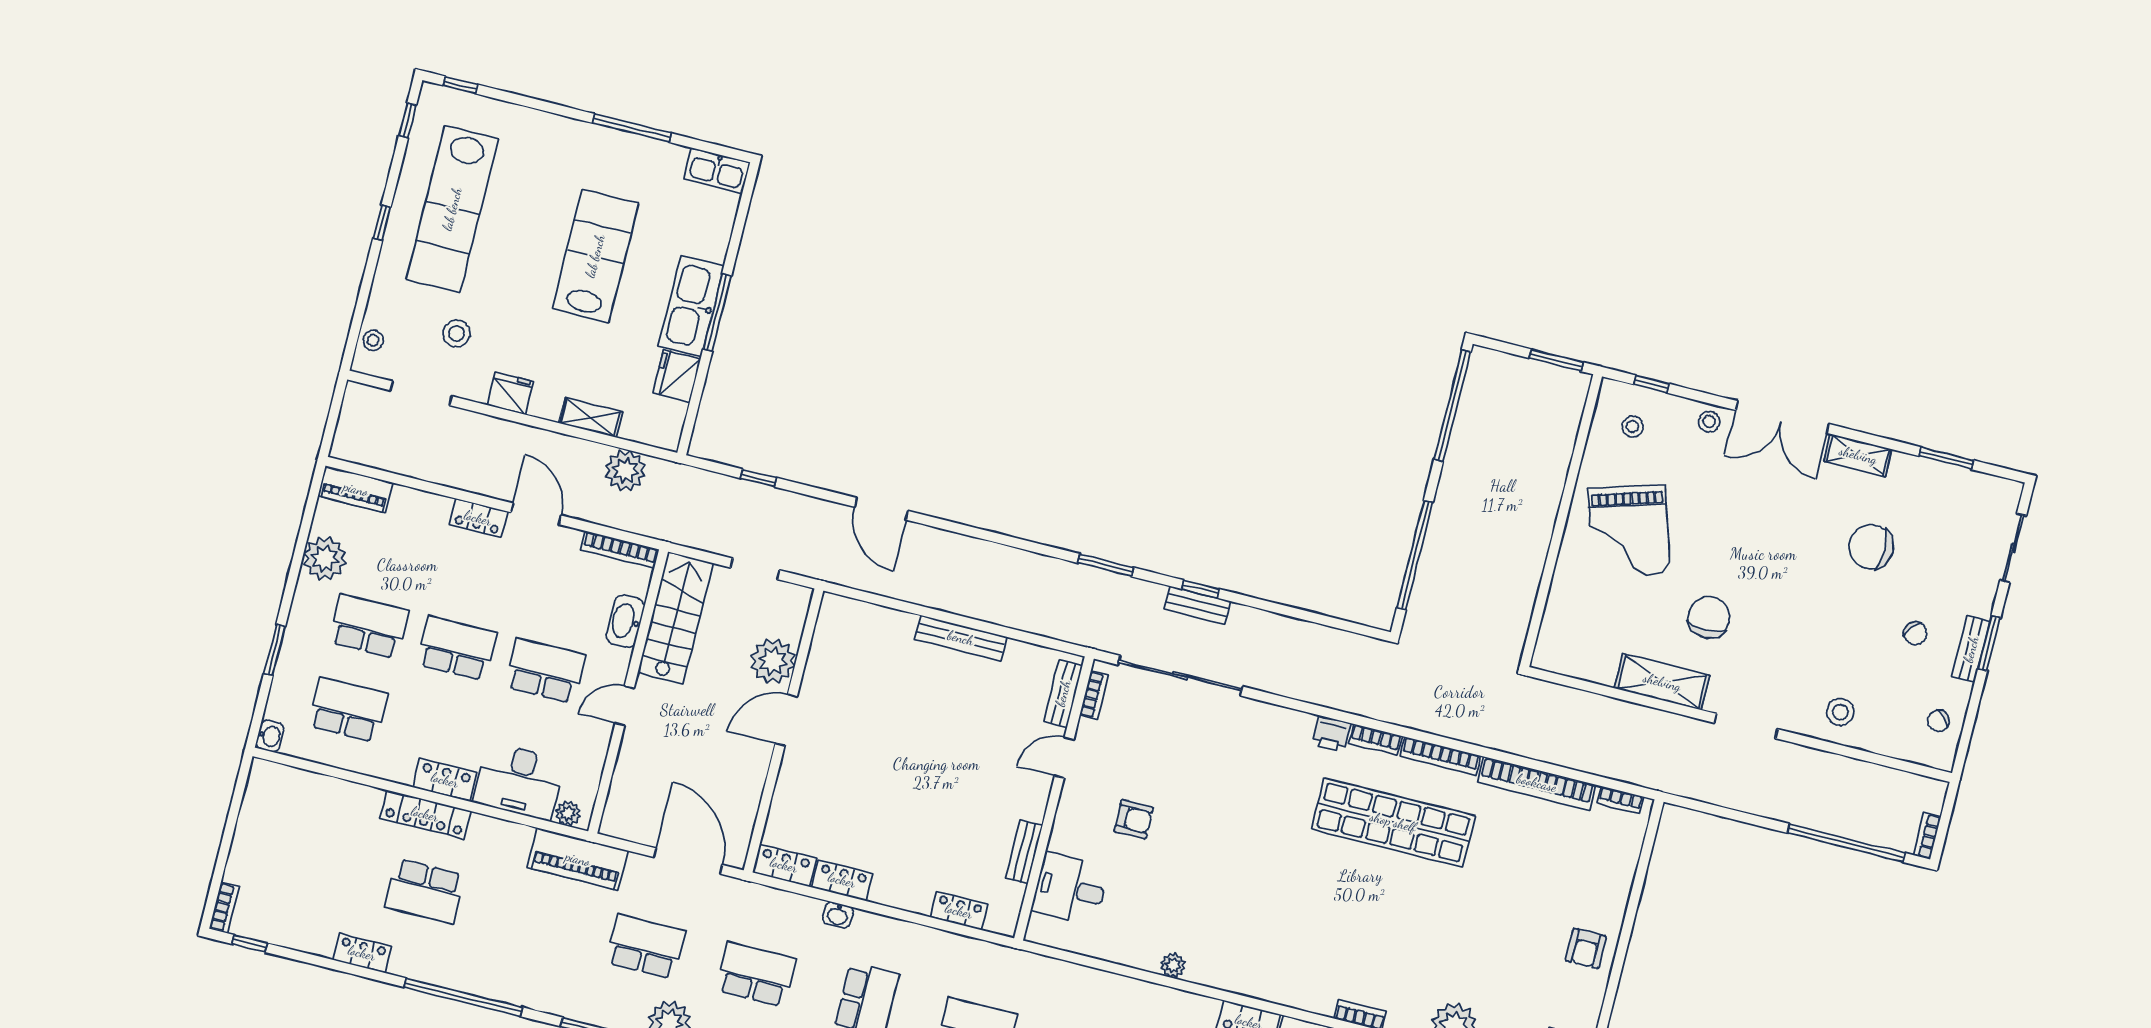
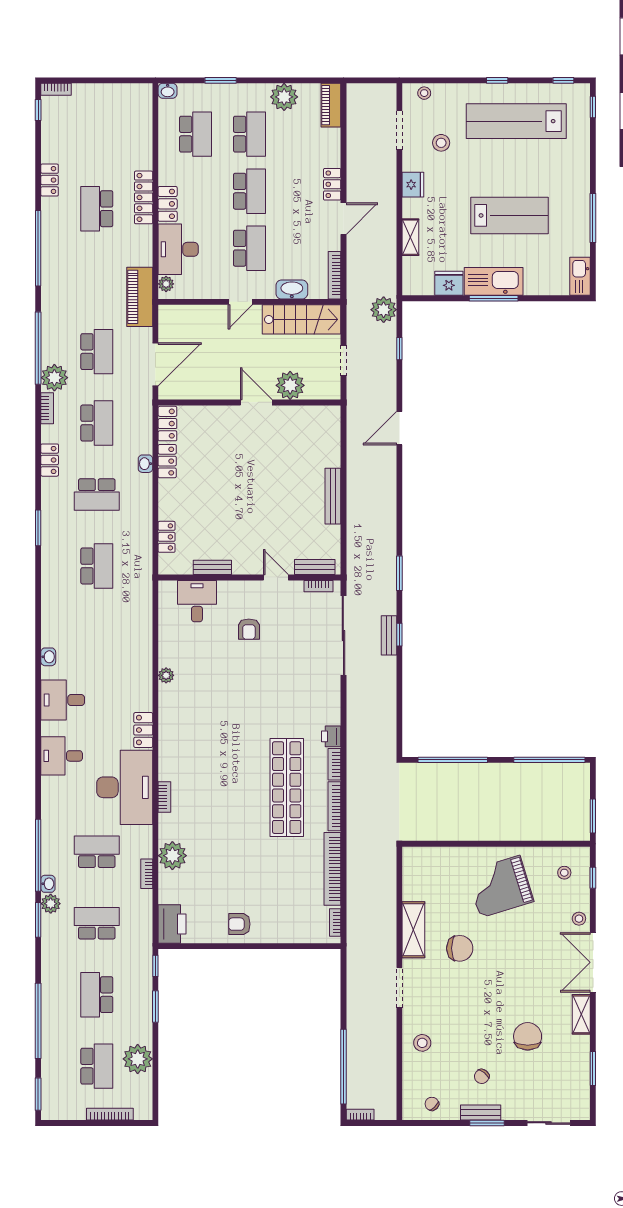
plant: (625, 470) -> (384, 310), moved
door: (625, 706) -> (240, 302), swing flipped

